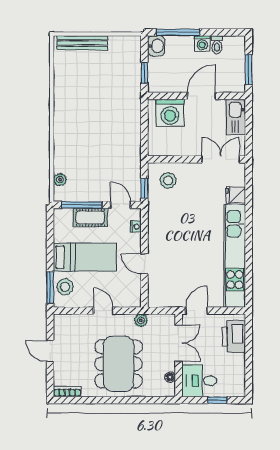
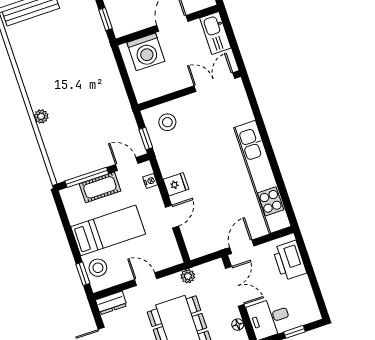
plant: (60, 180) -> (41, 116), moved
fridge: (236, 195) -> (176, 184), moved, turned 180
door: (144, 264) -> (172, 217), swing flipped
window: (50, 288) -> (83, 274), width x0.67
dresser: (66, 321) -> (111, 303), added

